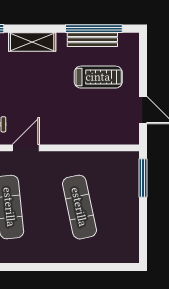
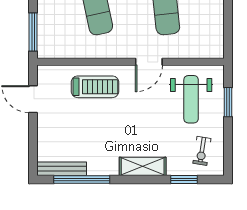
bench: (92, 40) -> (62, 169), moved
treadmill: (98, 77) -> (95, 87), moved, turned 180

